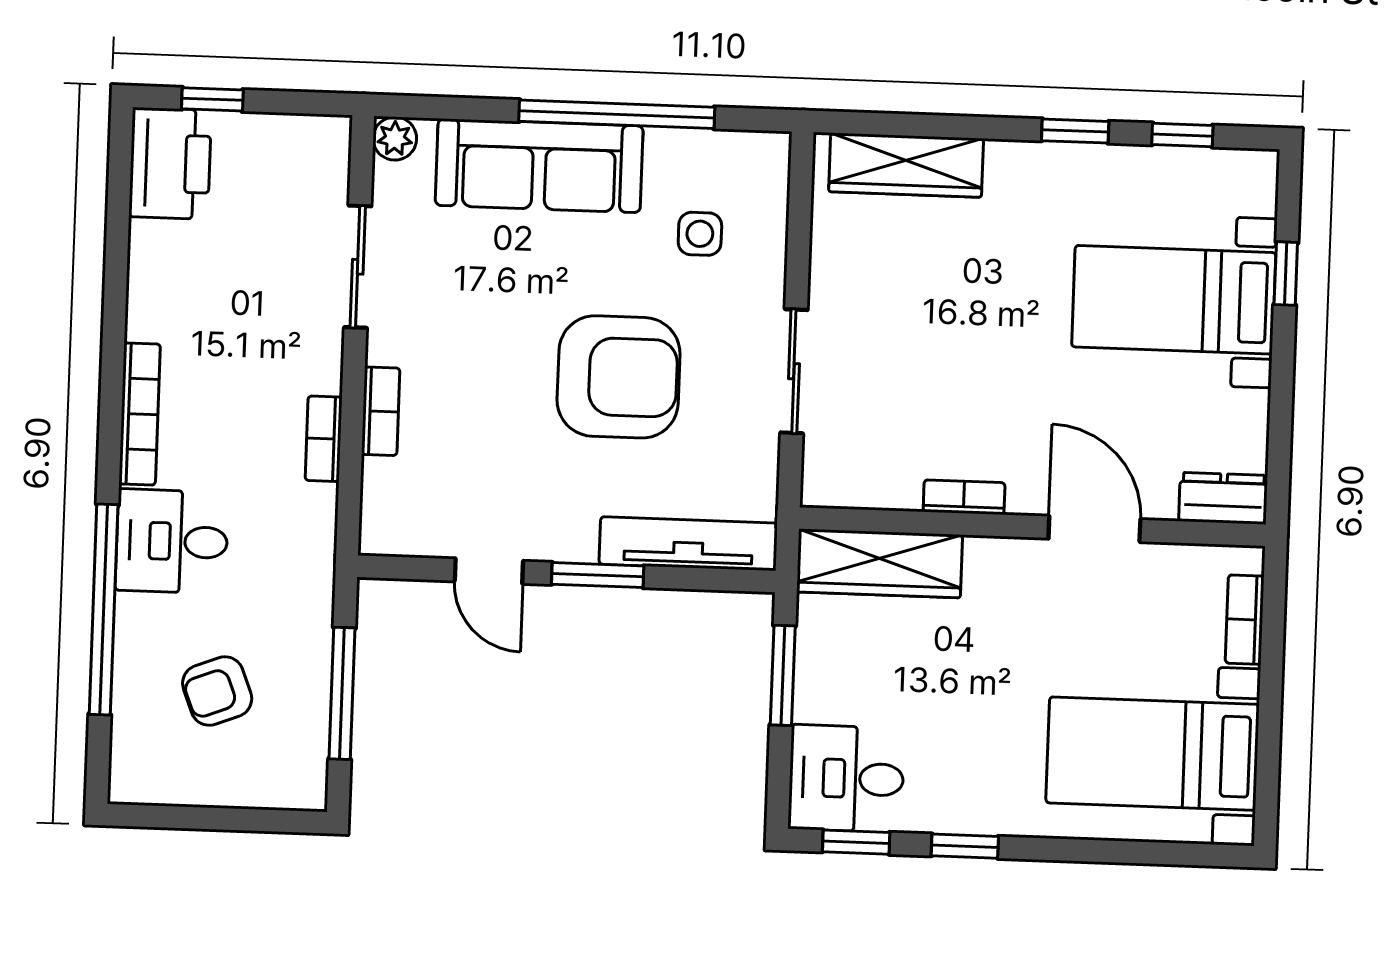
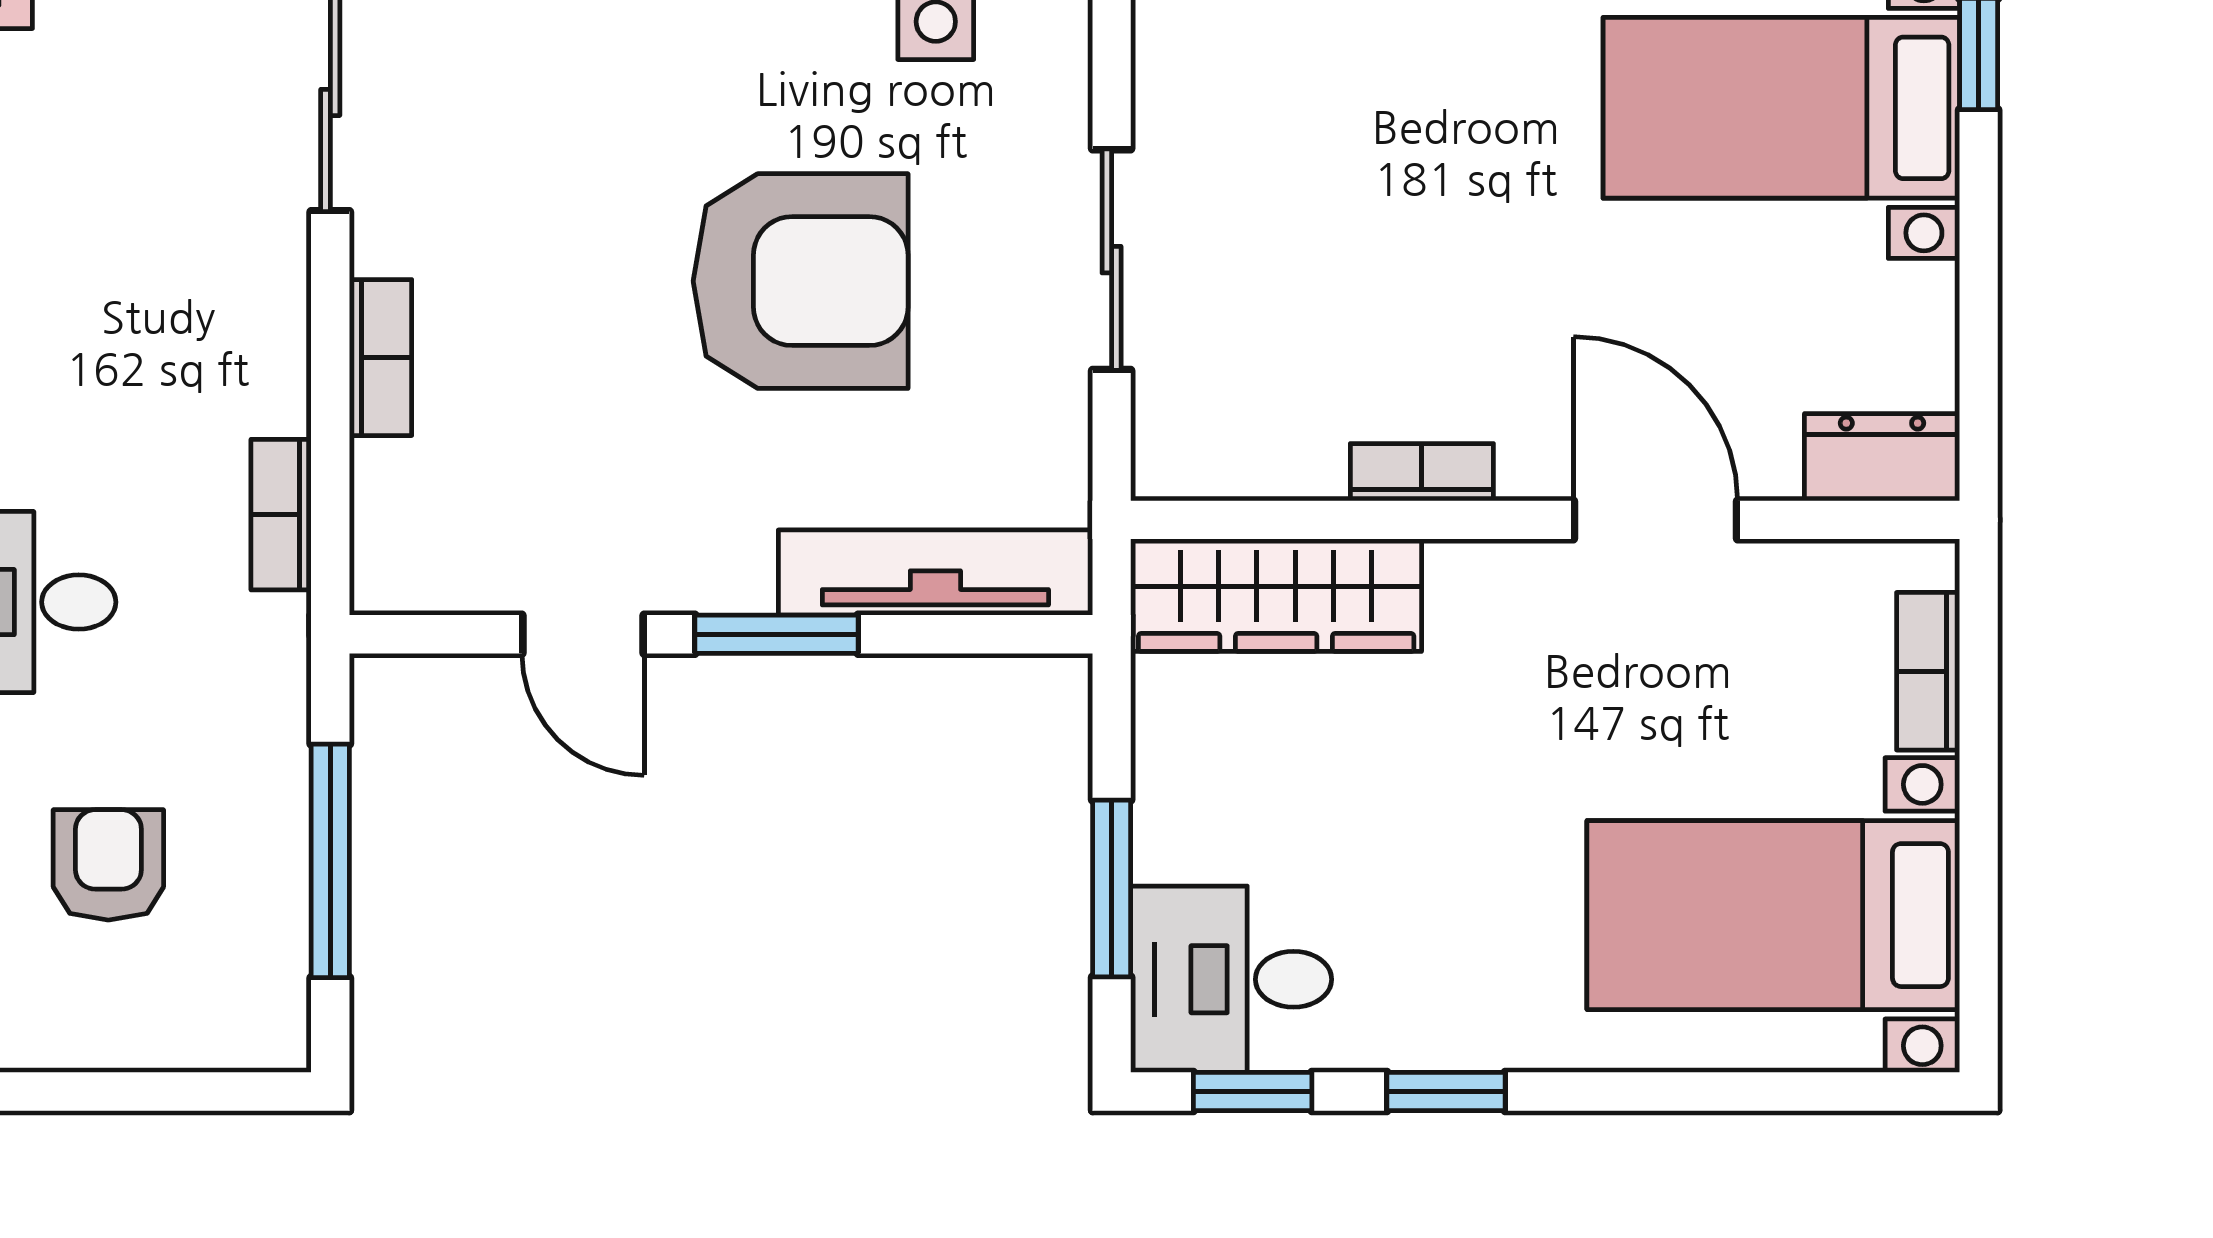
bookcase: (324, 439) -> (281, 515), moved
window: (783, 675) -> (1112, 889), moved
armchair: (217, 691) -> (108, 865), turned 111

